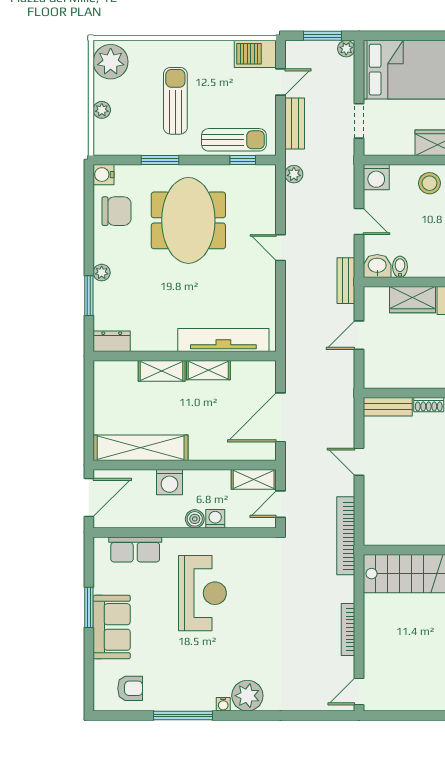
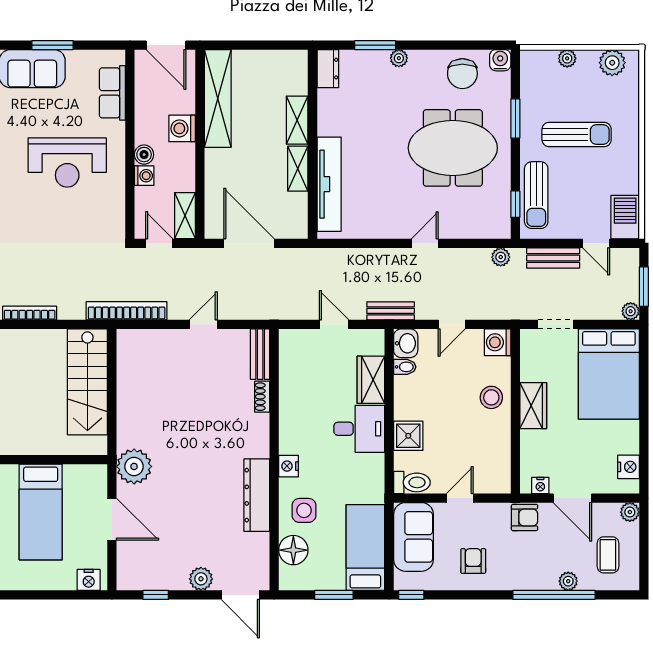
plant: (111, 62) -> (612, 63), width x0.73, depth x0.73

